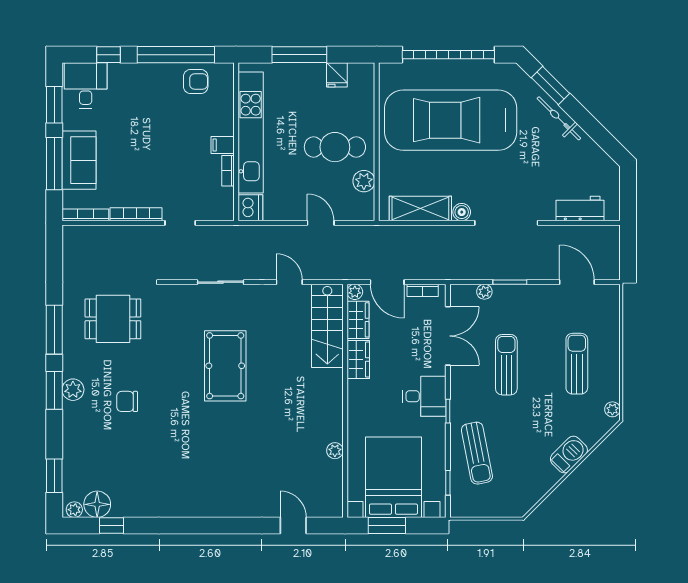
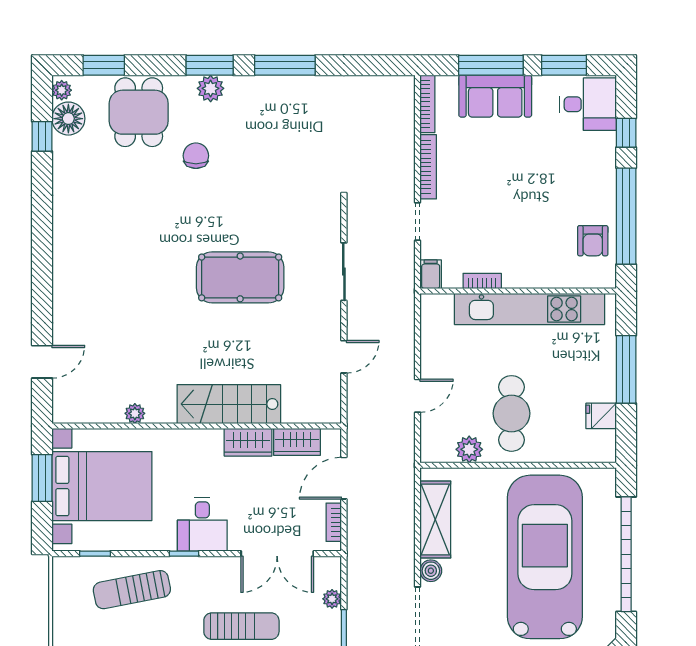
filing cabinet: (223, 145) -> (431, 274), moved
dishwasher: (250, 208) -> (436, 309), removed
plant: (355, 292) -> (332, 438), removed
dining table: (113, 319) -> (139, 112), moved
stairs: (327, 326) -> (229, 404), moved

